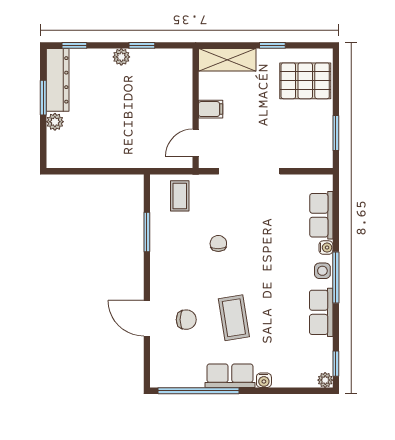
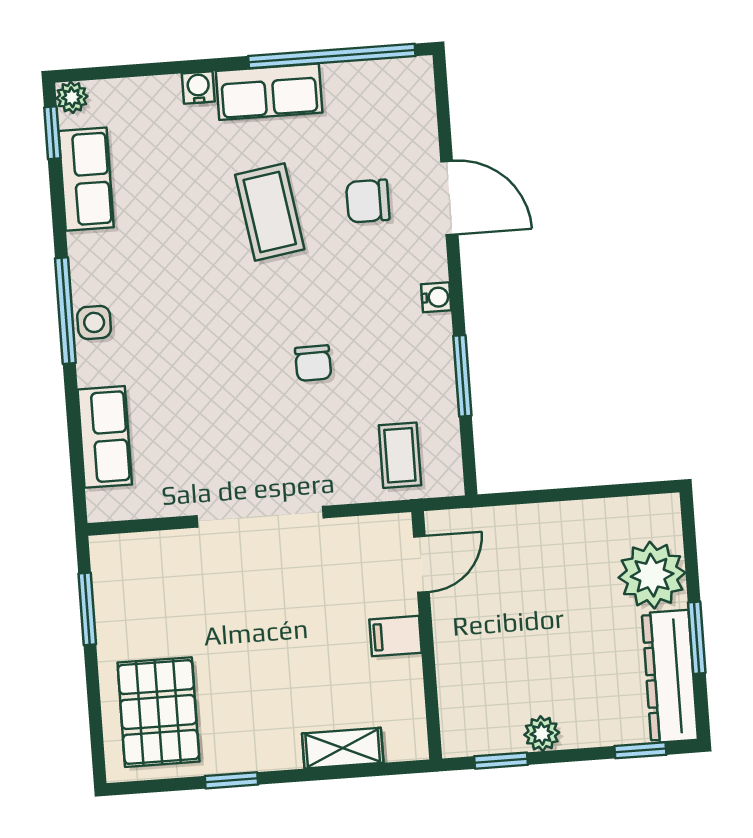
shelving: (227, 60) -> (343, 748), width x0.67, depth x0.75
pallet: (305, 81) -> (158, 712), turned 90
wall: (196, 108) -> (427, 635), moved
filing cabinet: (211, 109) -> (395, 636), moved
plant: (55, 122) -> (652, 575), width x1.88, depth x1.88
door: (196, 143) -> (421, 564), moved
water cooler: (326, 248) -> (436, 297), moved, turned 180
row of seats: (321, 312) -> (86, 179), moved

